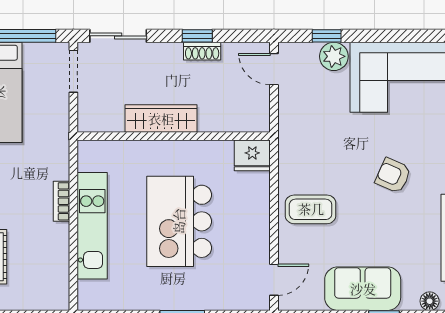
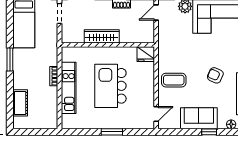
door: (274, 69) -> (156, 12), hinge flipped
armchair: (393, 176) -> (215, 75), moved

